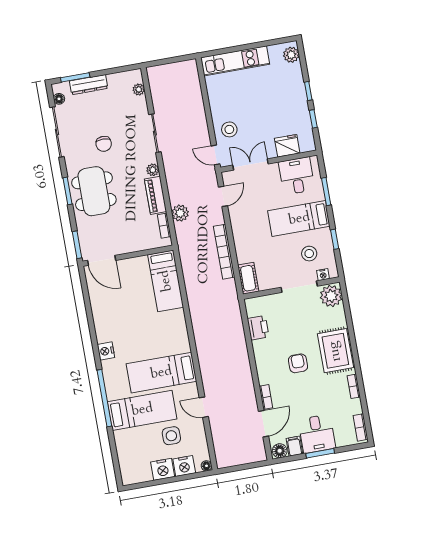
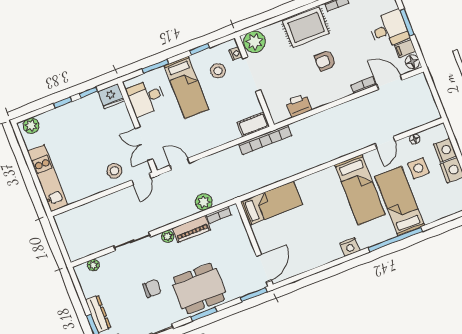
fridge: (287, 146) -> (111, 96), moved, turned -90
bookcase: (224, 252) -> (265, 140), moved
floor lamp: (206, 466) -> (415, 139), moved

